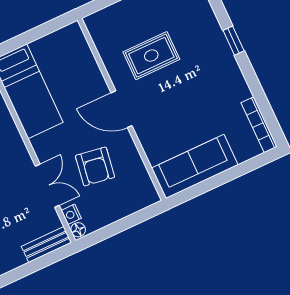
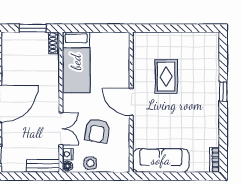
rug: (151, 56) -> (166, 77), turned 90
bookcase: (259, 125) -> (214, 160), width x0.64
side table: (106, 212) -> (90, 163), added

